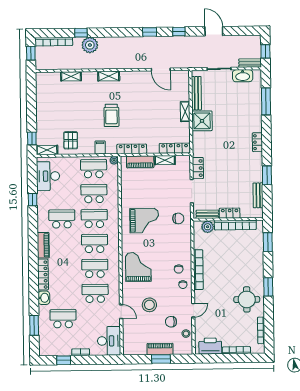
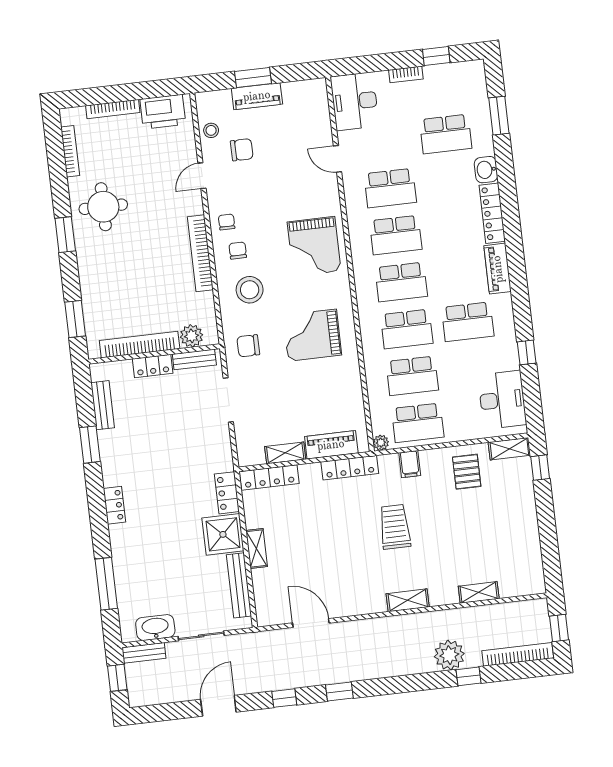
door: (214, 31) -> (218, 706), swing flipped
locker: (198, 168) -> (227, 493), moved
stool: (149, 305) -> (250, 290), moved

